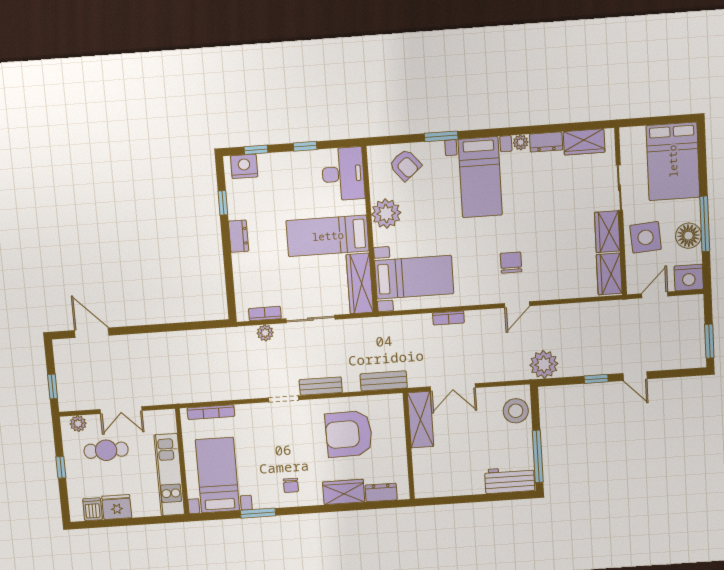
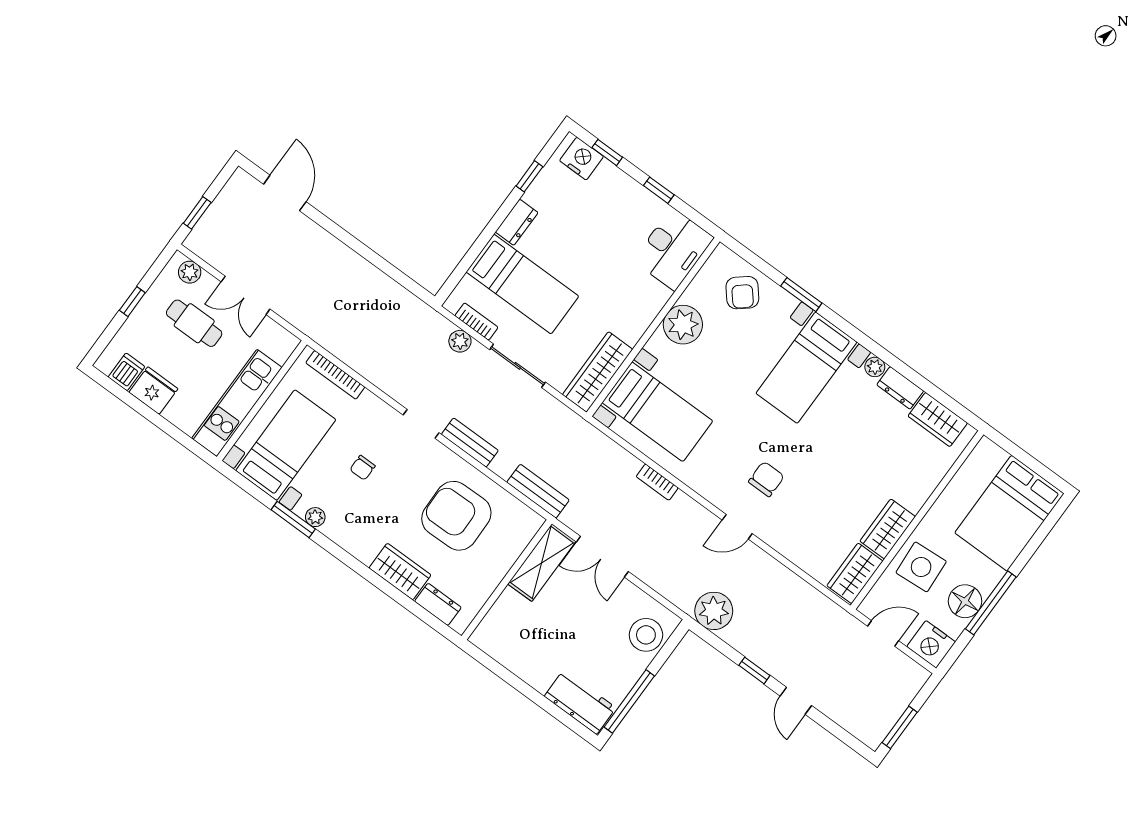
sliding door: (619, 188) -> (936, 495), removed
bed: (328, 236) -> (522, 284), moved, turned 180
chair: (291, 485) -> (362, 468), moved
plant: (269, 501) -> (315, 517), added

